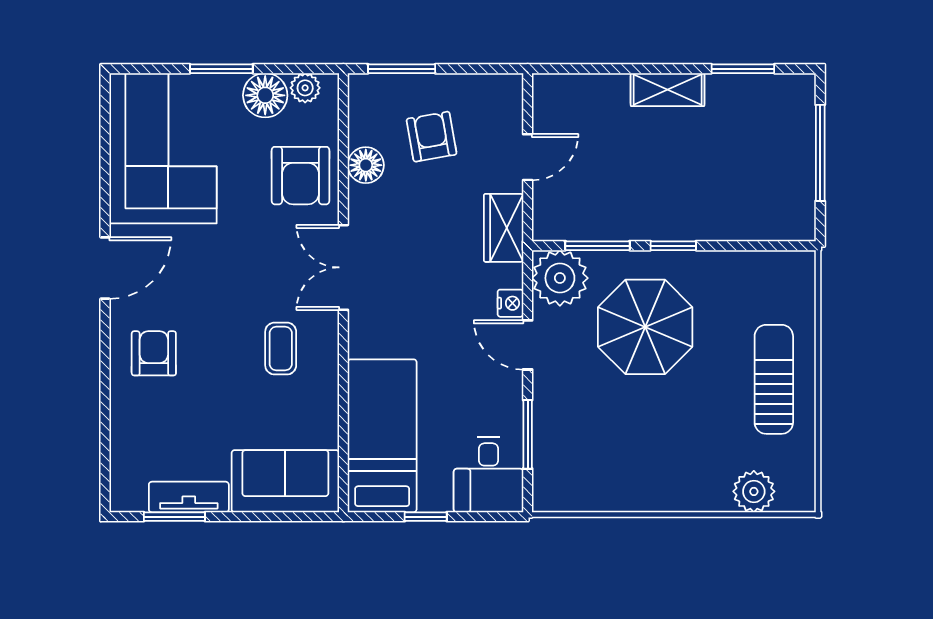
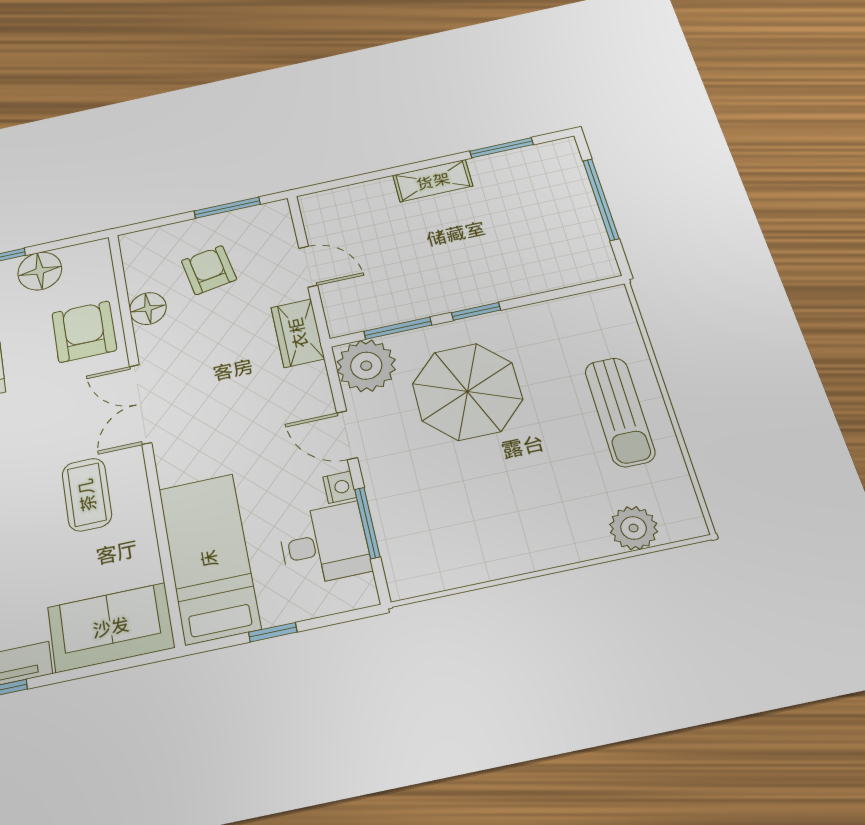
window: (402, 69) -> (227, 208), moved
plant: (305, 88) -> (78, 256), removed
door: (528, 157) -> (308, 267), hinge flipped
armchair: (300, 176) -> (84, 332), turned 180
nightstand: (510, 303) -> (340, 487), moved
coffee table: (281, 349) -> (87, 495), width x1.36, depth x1.30
sun lounger: (774, 379) -> (620, 412), turned 180
desk: (488, 475) -> (324, 544), moved, turned -90

